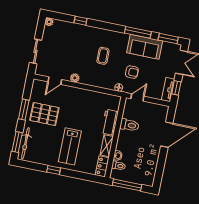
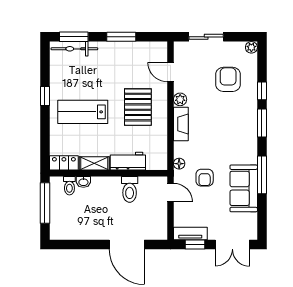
window: (168, 39) -> (262, 123), moved
armchair: (68, 42) -> (228, 79), added
coffee table: (103, 56) -> (219, 133), removed
fireplace: (92, 81) -> (181, 124), added
pallet: (44, 114) -> (138, 107), moved

